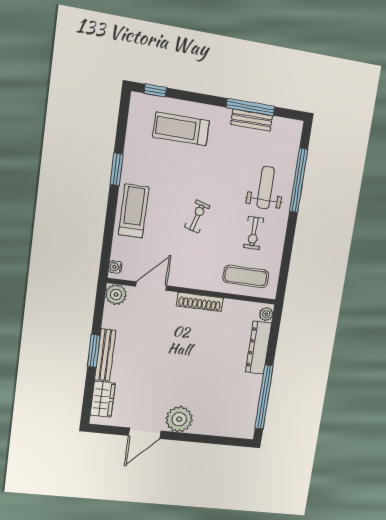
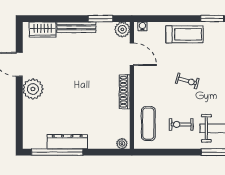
dresser: (258, 348) -> (67, 142), moved
window: (94, 351) -> (100, 19), moved

